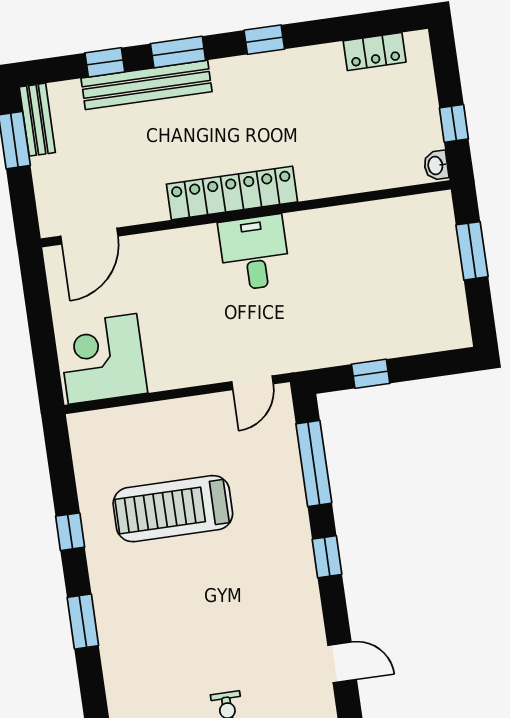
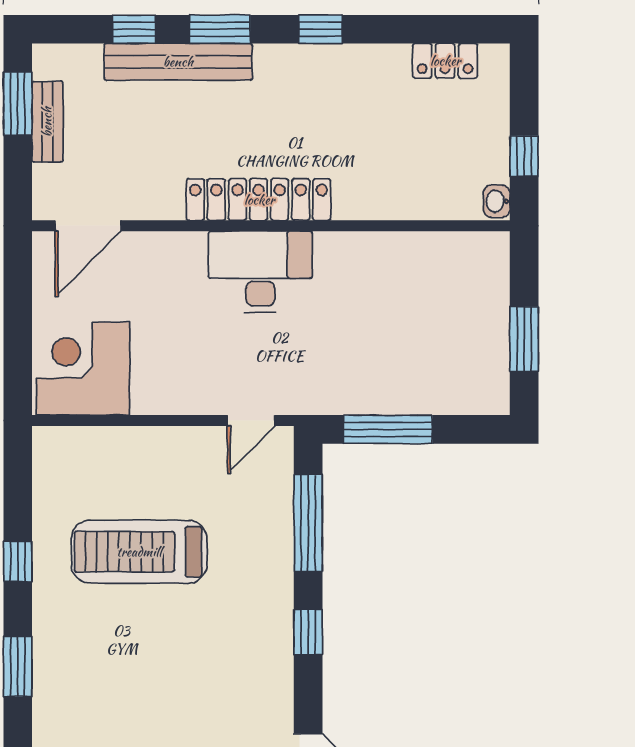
bench: (37, 120) -> (47, 122), moved
window: (472, 251) -> (524, 339), moved
desk: (254, 253) -> (260, 272), width x1.37
window: (371, 374) -> (388, 429), width x2.17

